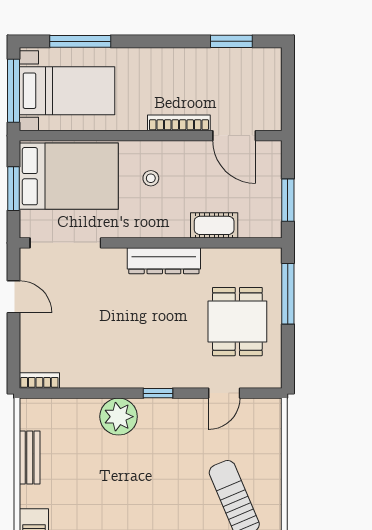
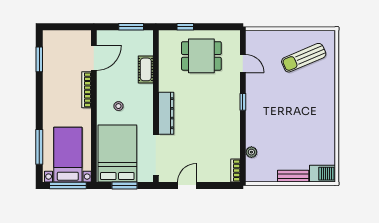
dresser: (164, 261) -> (166, 113), moved
window: (288, 294) -> (185, 27), width x0.46
plant: (119, 417) -> (251, 152), moved, width x0.53, depth x0.53
bench: (30, 458) -> (293, 176), moved

